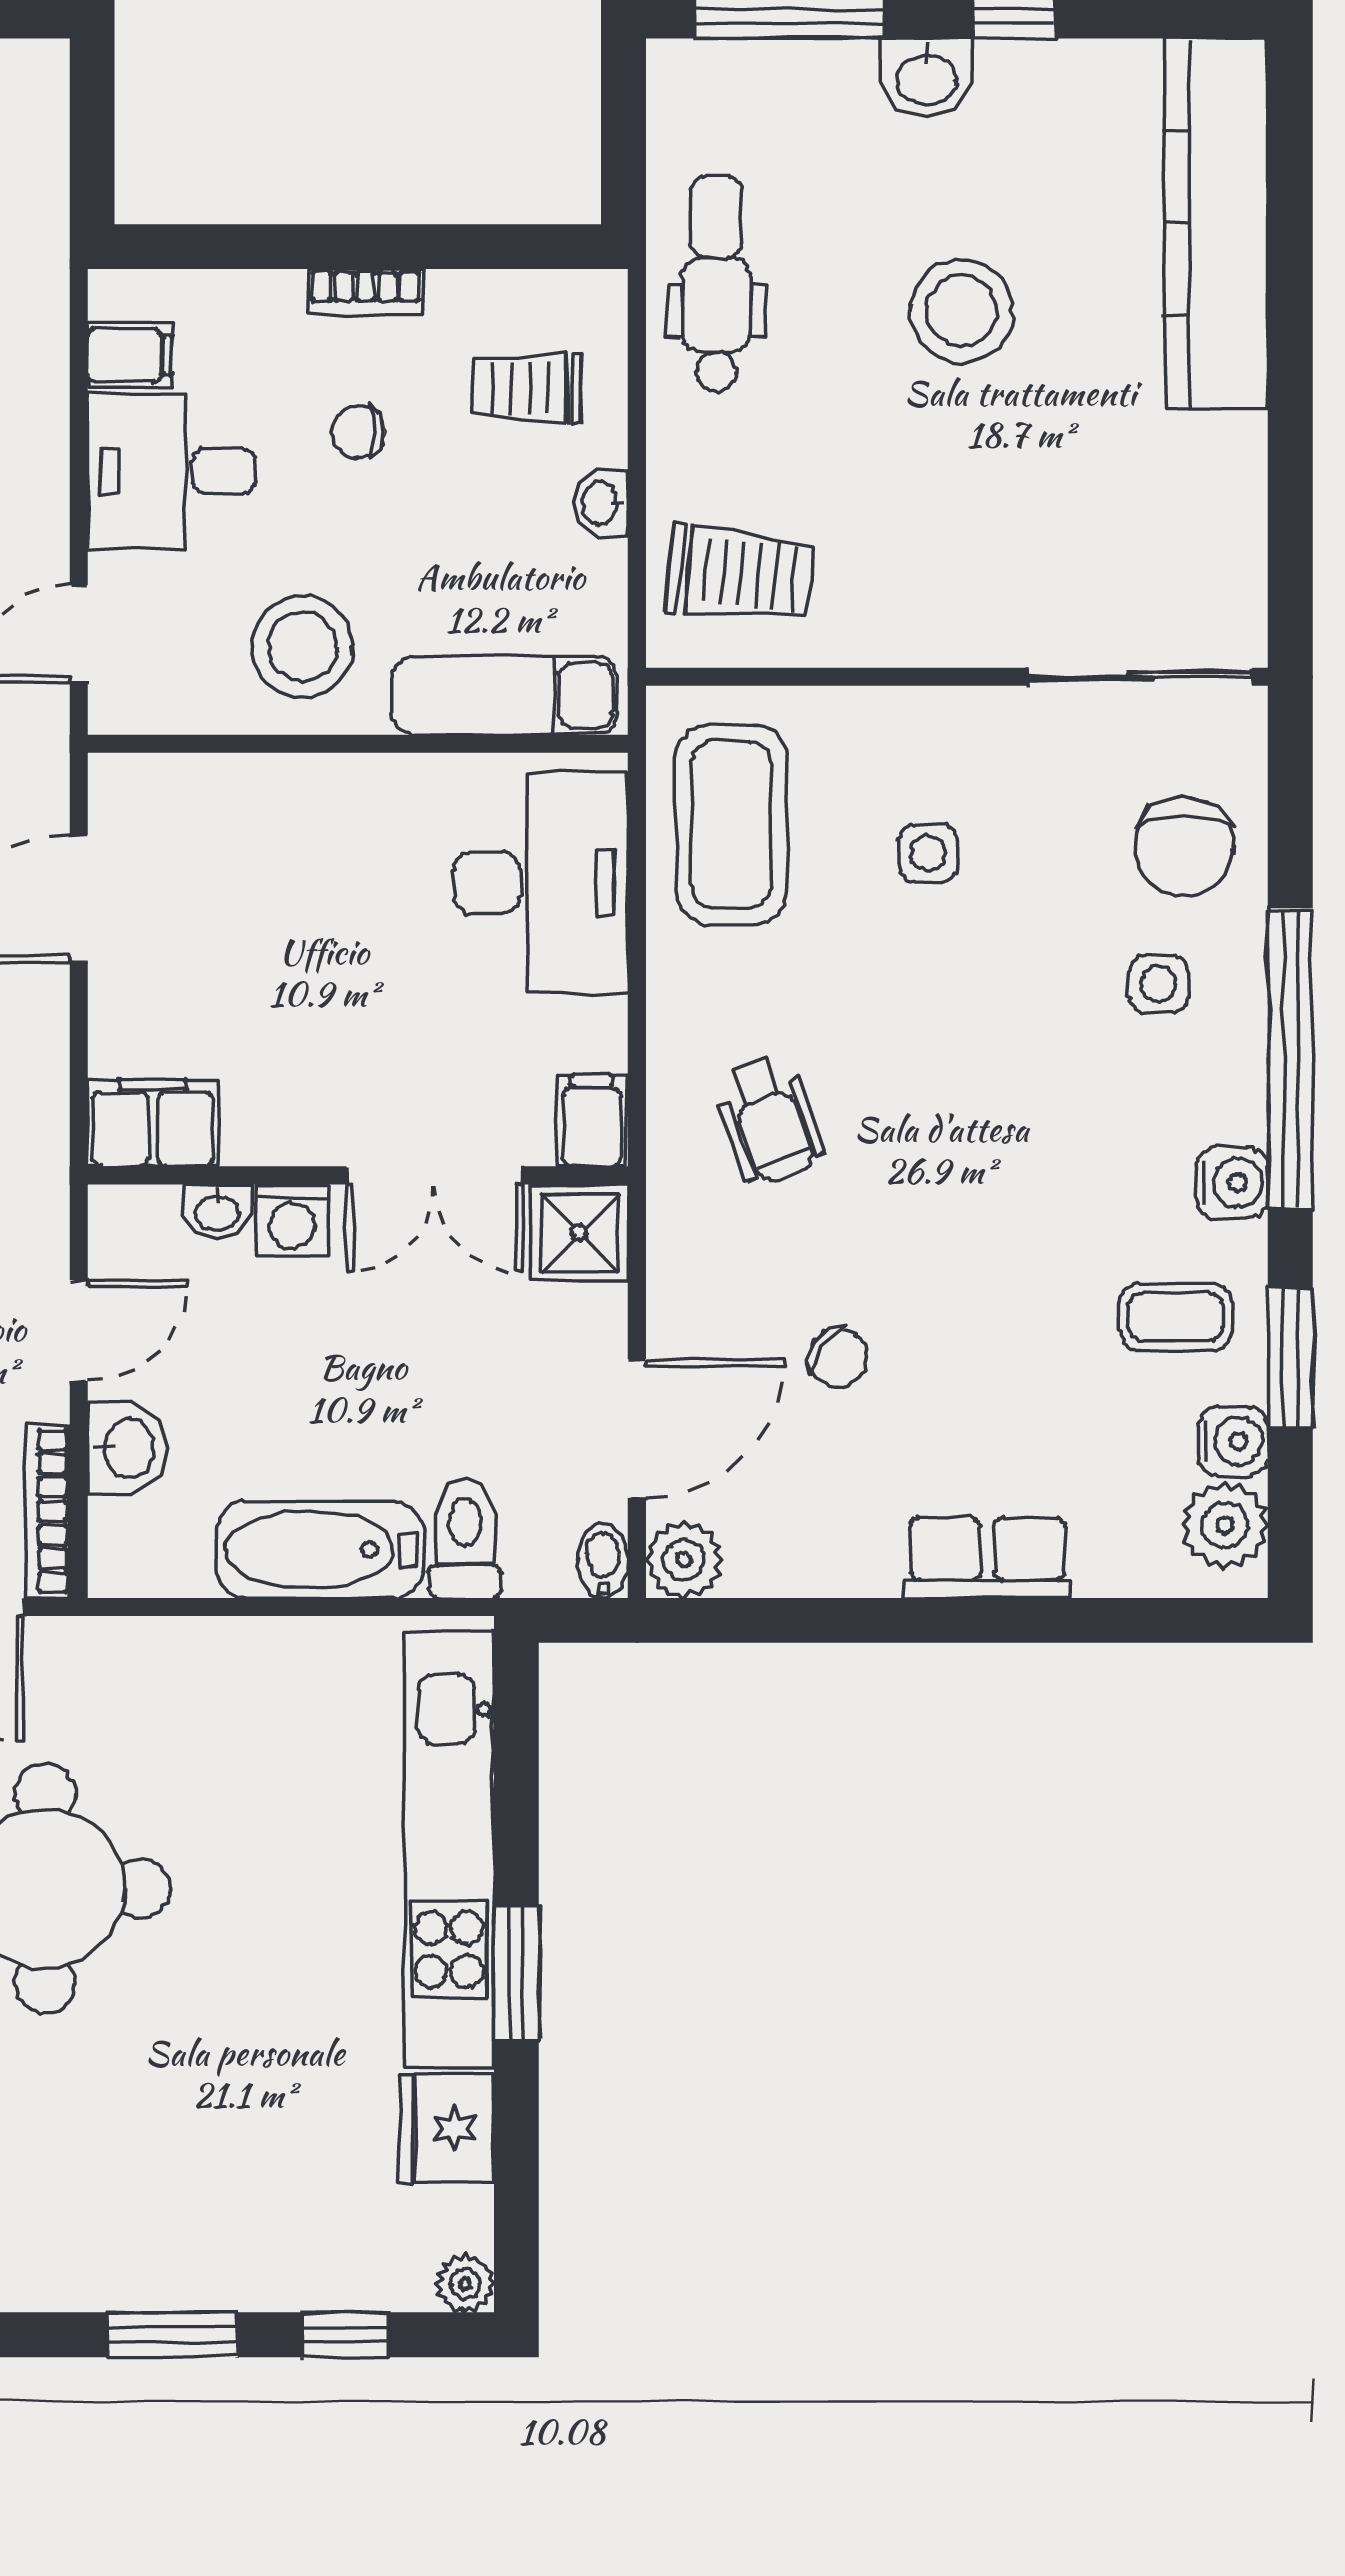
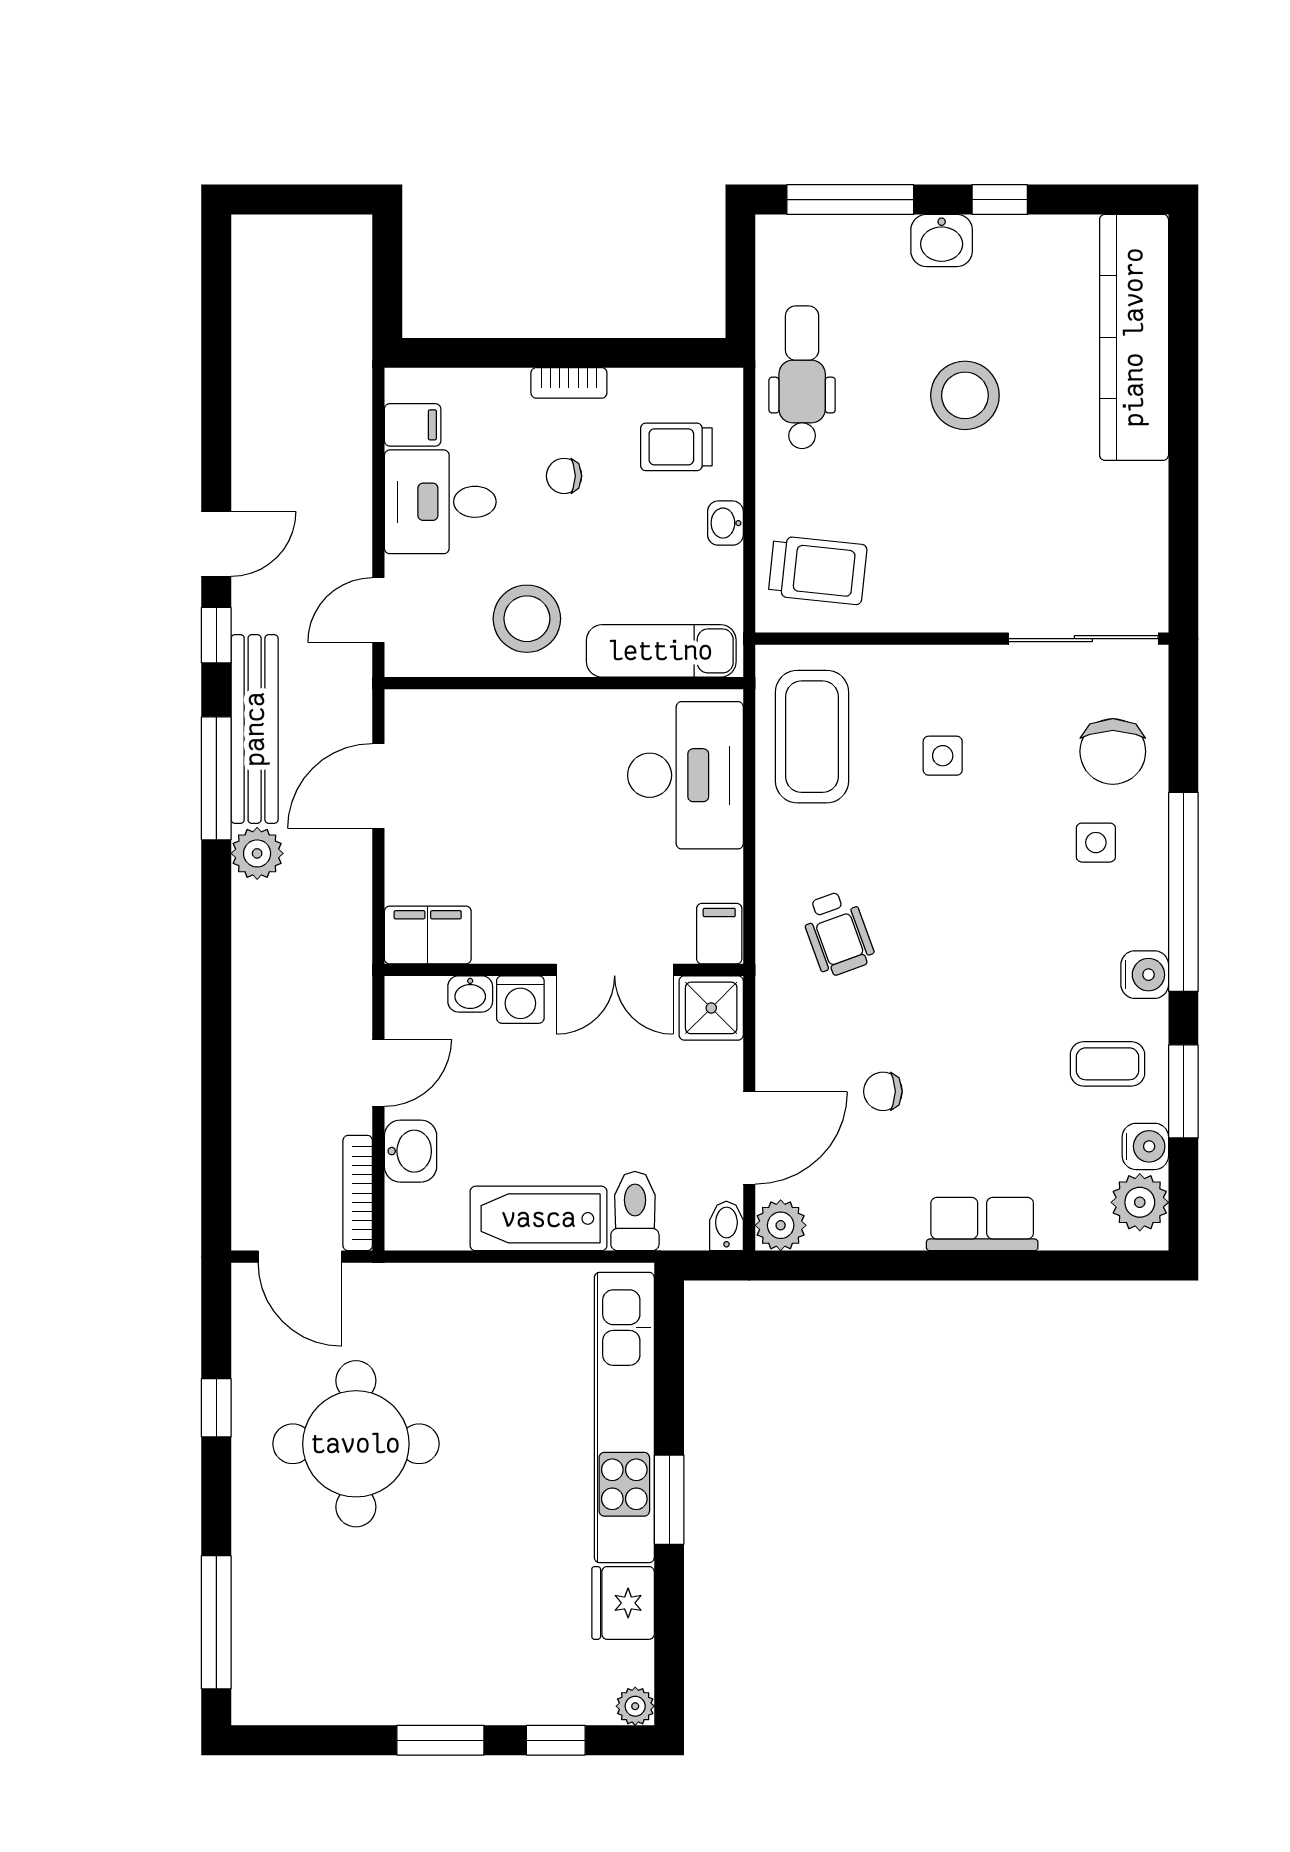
chair: (838, 1358) -> (883, 1091), turned 144

